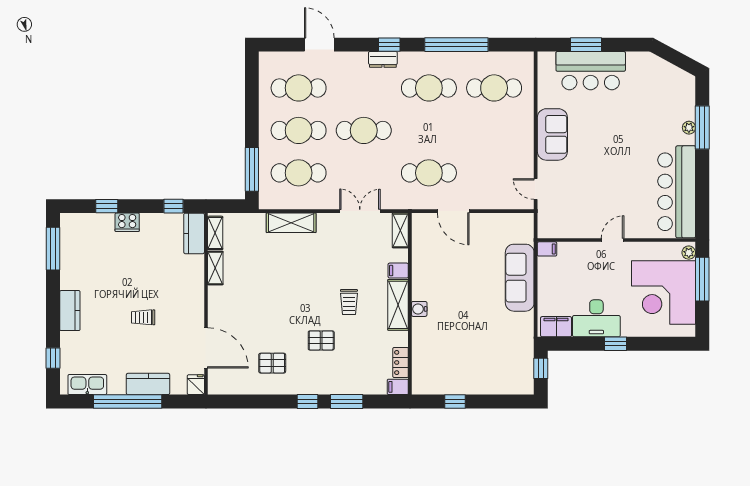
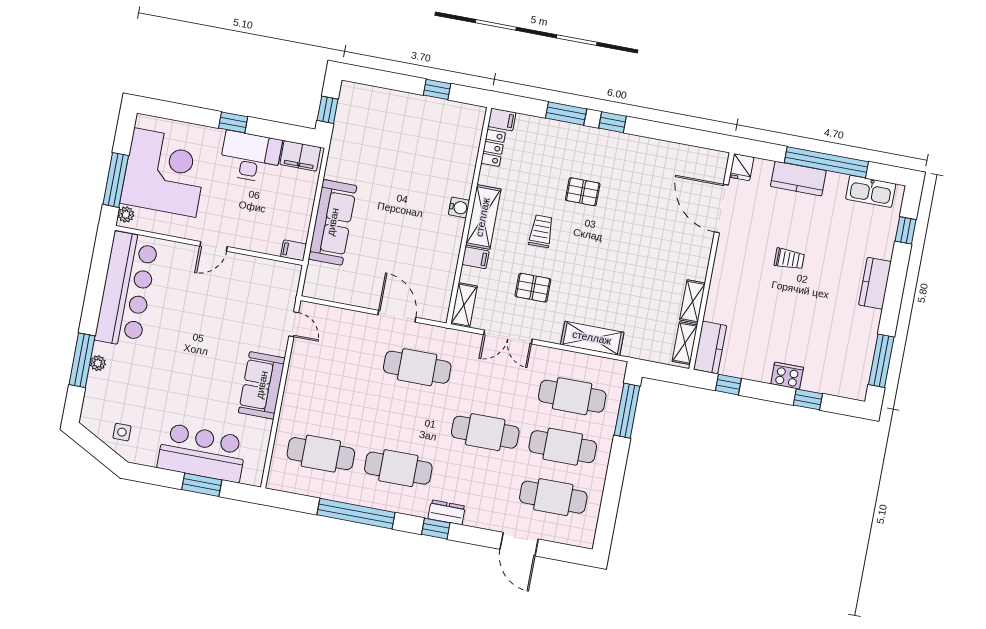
side table: (659, 75) -> (122, 432), added
pallet: (272, 363) -> (533, 288), moved

